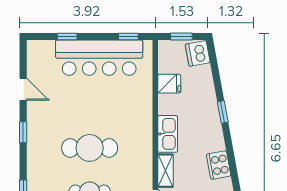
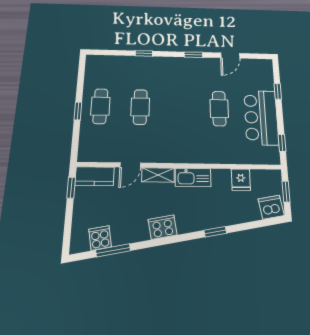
bar counter: (99, 58) -> (261, 117), width x0.73
cafe table: (90, 148) -> (219, 109), moved, width x0.73, depth x0.74

